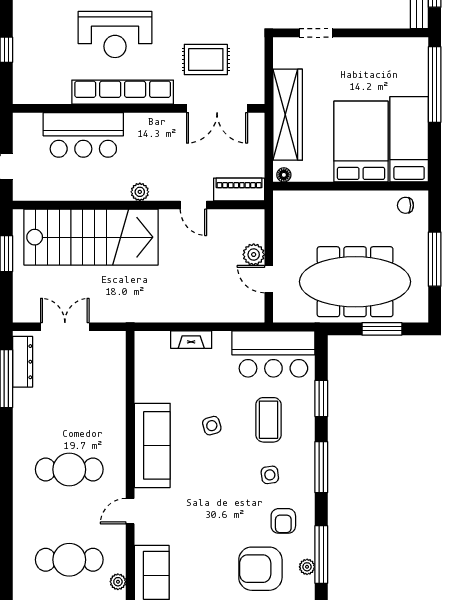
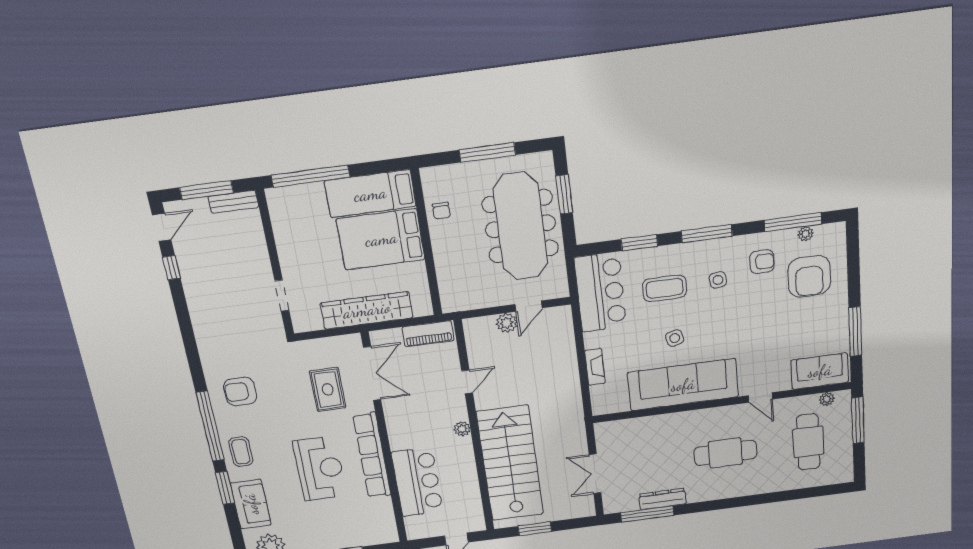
floor lamp: (284, 175) -> (426, 306), removed
piano: (239, 189) -> (428, 334), moved, turned -90
chair: (405, 205) -> (441, 211), moved
dresser: (23, 362) -> (663, 499), moved
sofa: (152, 445) -> (683, 385), width x1.36, depth x1.27
cafe table: (69, 469) -> (725, 453), turned 90

